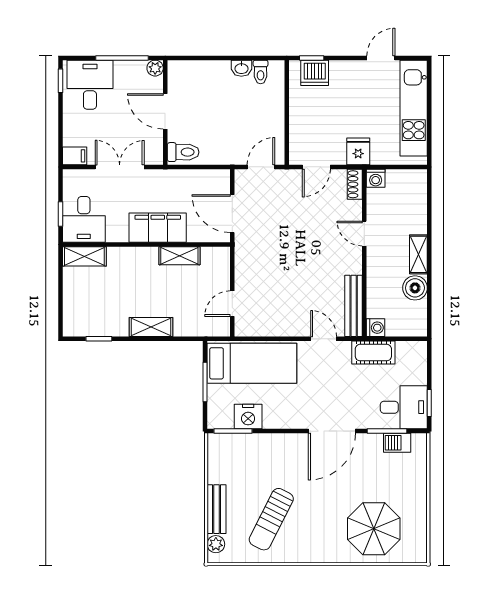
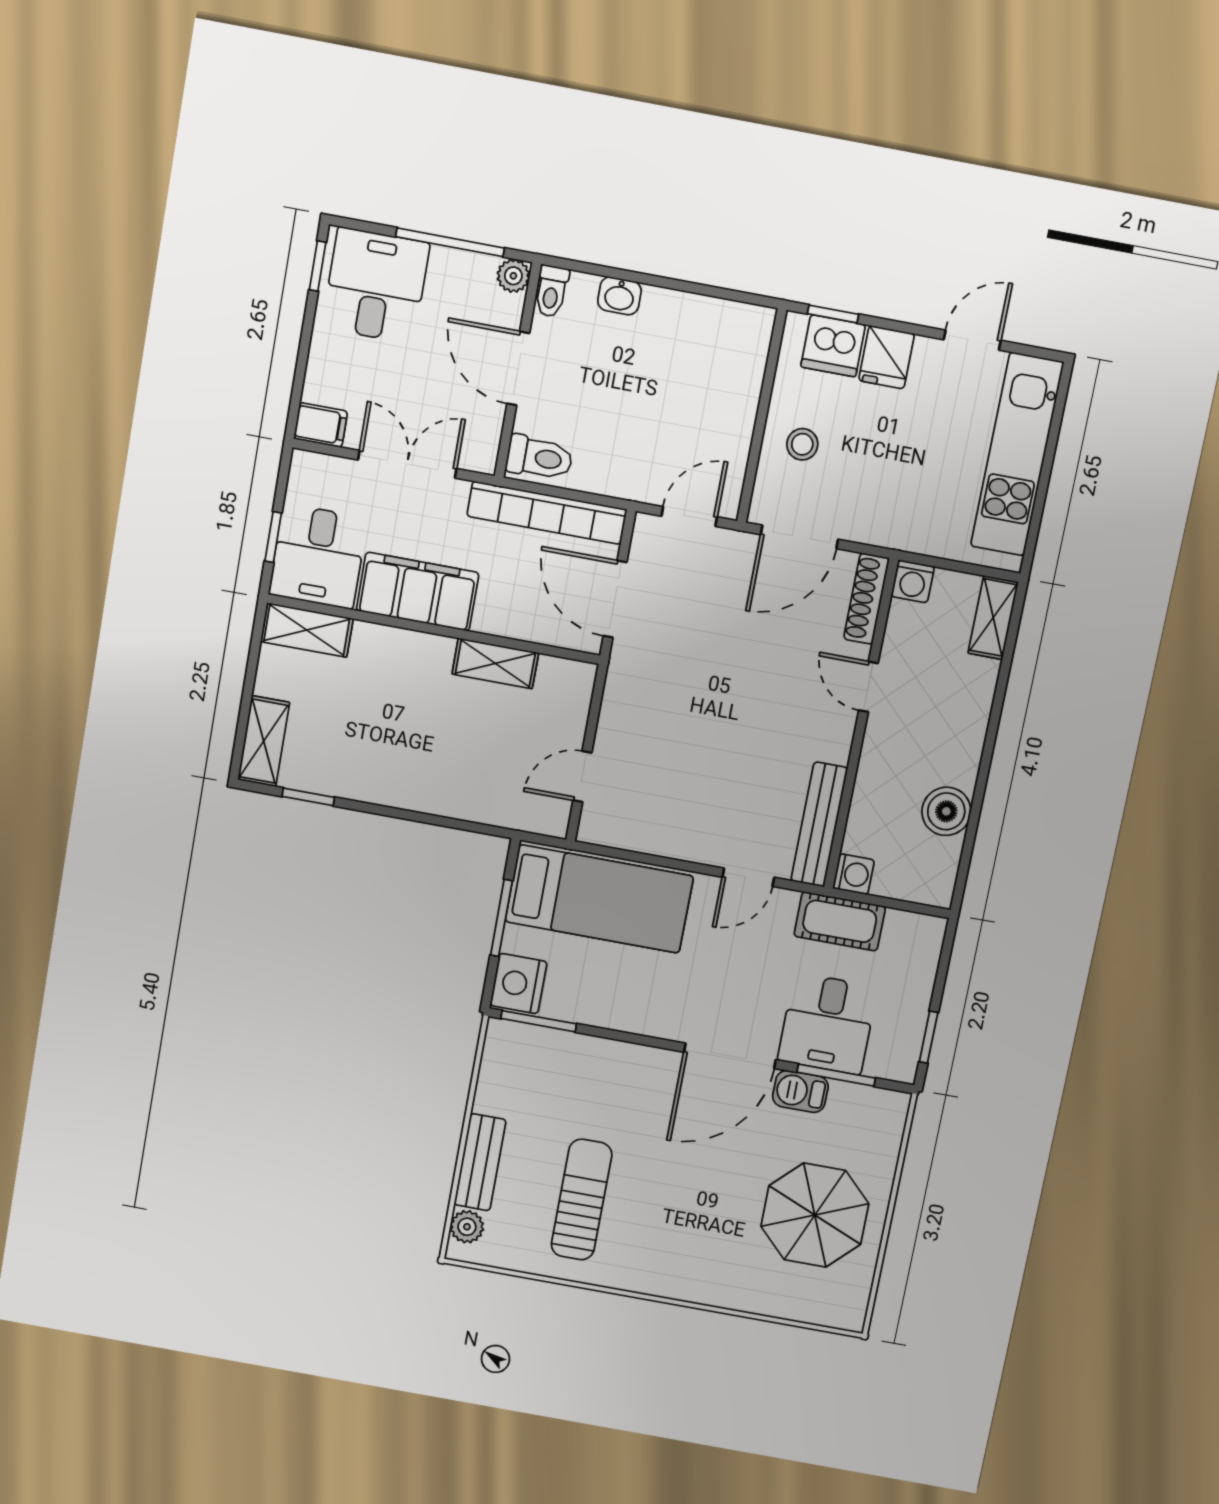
washbasin: (241, 68) -> (619, 296), moved
toilet: (261, 72) -> (551, 291), moved
stool: (309, 122) -> (802, 444), added
fridge: (358, 151) -> (887, 357), moved, turned 180
door: (316, 167) -> (799, 537), width x1.37
bookcase: (191, 178) -> (547, 513), added
shoe rack: (355, 184) -> (867, 599), width x1.43
filing cabinet: (158, 228) -> (418, 592), moved
shelving: (418, 254) -> (993, 618), moved
shelving: (151, 327) -> (264, 741), moved, turned 90
door: (324, 339) -> (748, 877), swing flipped
desk: (404, 407) -> (828, 1024), moved, turned 90
nightstand: (248, 417) -> (519, 984), moved, turned 90
barbecue: (397, 443) -> (800, 1091), moved
sun lounger: (271, 519) -> (582, 1200), turned 153
parasol: (374, 529) -> (815, 1215), moved

